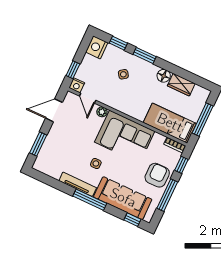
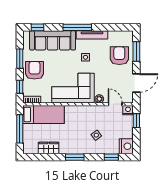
window: (145, 55) -> (75, 157), moved
floor lamp: (164, 76) -> (65, 148), removed
armchair: (59, 148) -> (119, 56), added
armchair: (157, 175) -> (34, 70), turned 180
window: (167, 195) -> (20, 59), width x0.69

